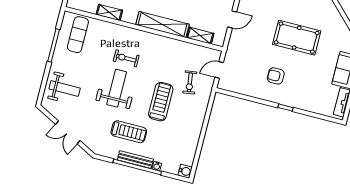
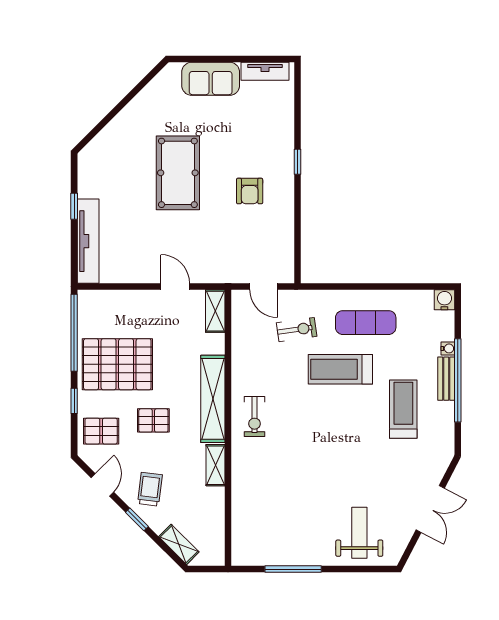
shelving: (109, 12) -> (215, 465), moved
exercise mat: (78, 35) -> (366, 323), moved
shelving: (200, 36) -> (215, 311), moved
exercise bike: (126, 58) -> (255, 416), moved
weight bench: (117, 88) -> (337, 447), removed
bench: (135, 160) -> (446, 379), width x0.73

